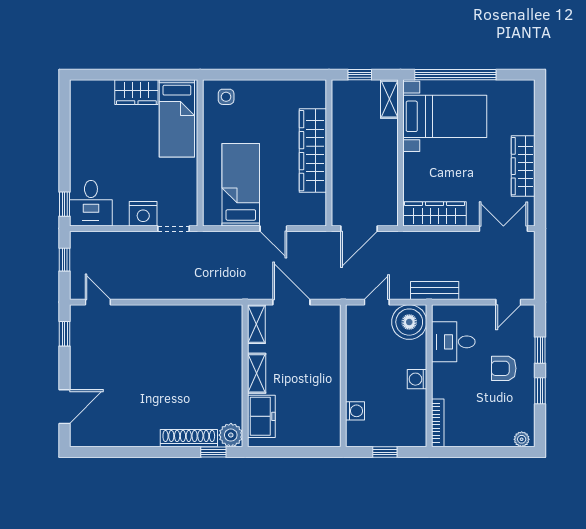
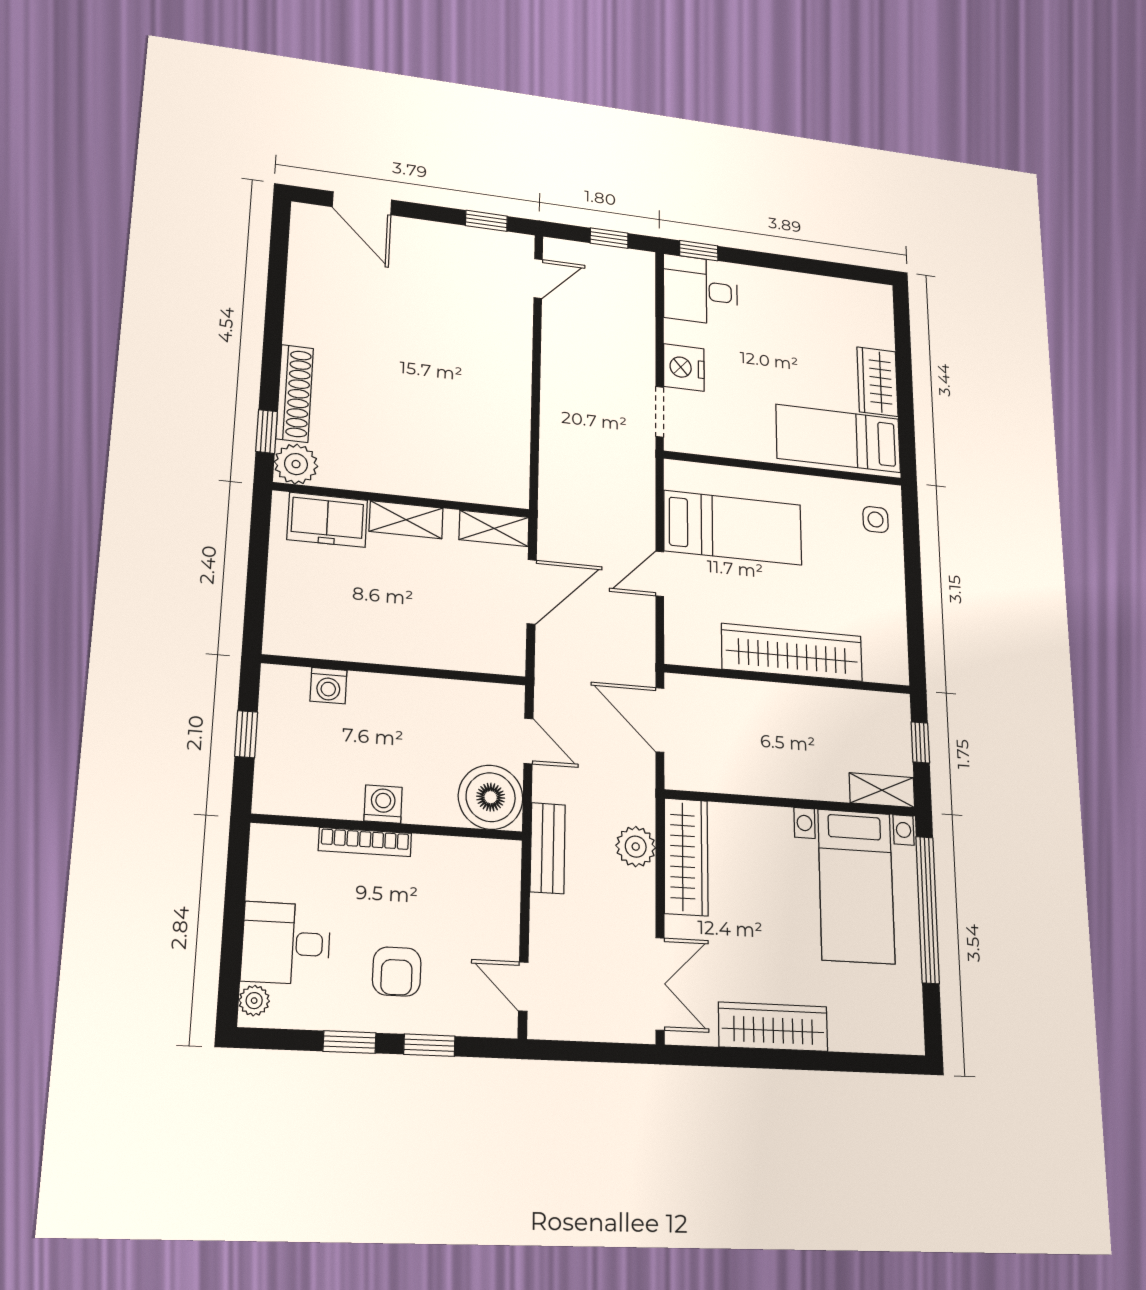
plant: (431, 242) -> (636, 847), added
desk: (453, 342) -> (286, 943), moved, turned -90
armchair: (504, 368) -> (397, 972), turned 180
bookcase: (438, 423) -> (365, 842), moved

